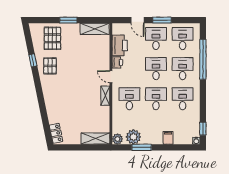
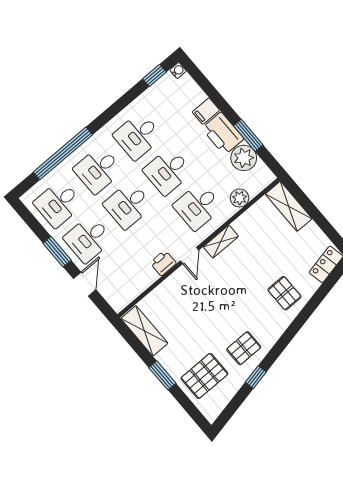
printer: (120, 45) -> (223, 133), moved, turned -90
pallet: (59, 104) -> (284, 293), added
plant: (117, 139) -> (239, 198), moved

